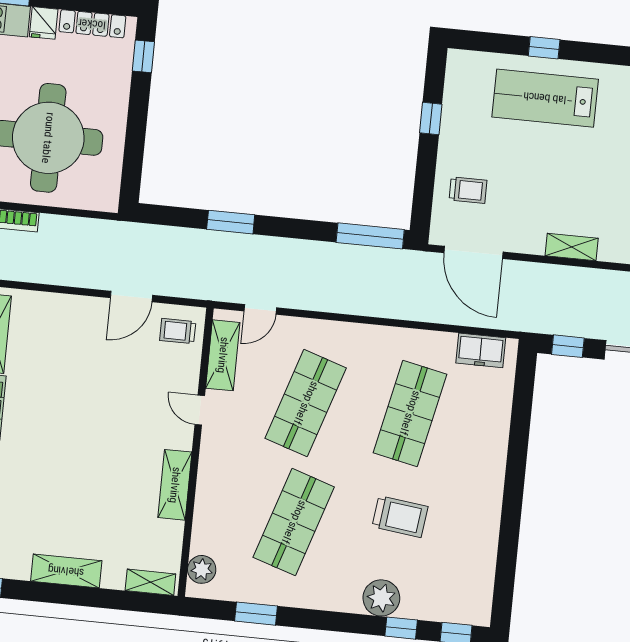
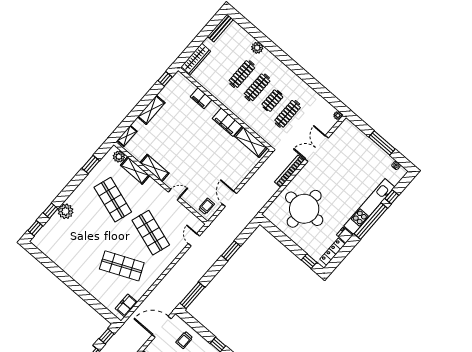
shelving: (223, 355) -> (135, 170), moved
shop shelf: (410, 413) -> (122, 266), turned -36
trolley: (400, 517) -> (89, 237), removed

